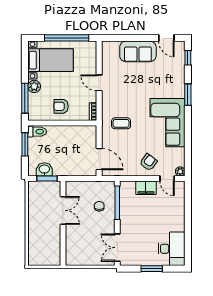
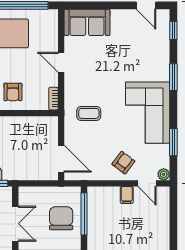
sofa: (138, 51) -> (87, 22), moved
armchair: (61, 106) -> (13, 92), turned -90
window: (188, 146) -> (173, 142), added
filing cabinet: (146, 188) -> (127, 195), width x0.50
chair: (99, 206) -> (61, 218), width x1.87, depth x1.87

